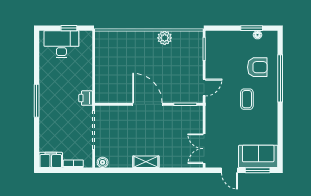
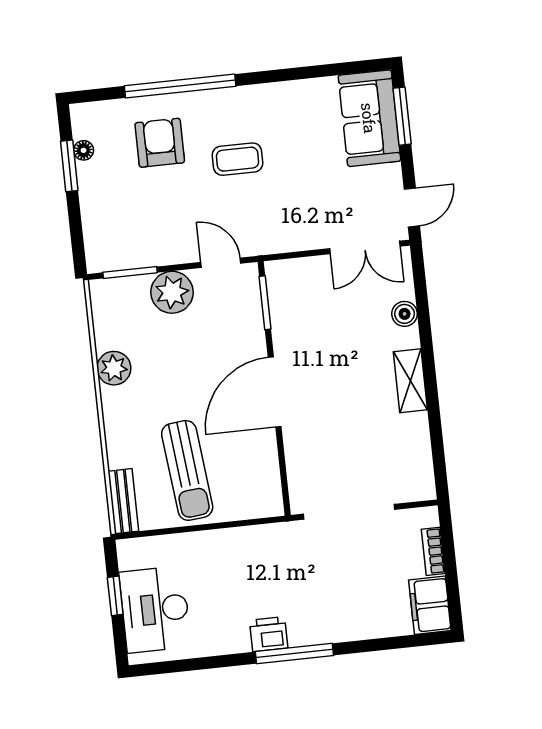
bench: (108, 36) -> (123, 501), added
sun lounger: (118, 64) -> (187, 470), added
plant: (194, 66) -> (172, 292), added
printer: (86, 98) -> (269, 634), moved, turned 180
boiler: (103, 162) -> (405, 314), moved
door: (230, 170) -> (412, 207), moved

